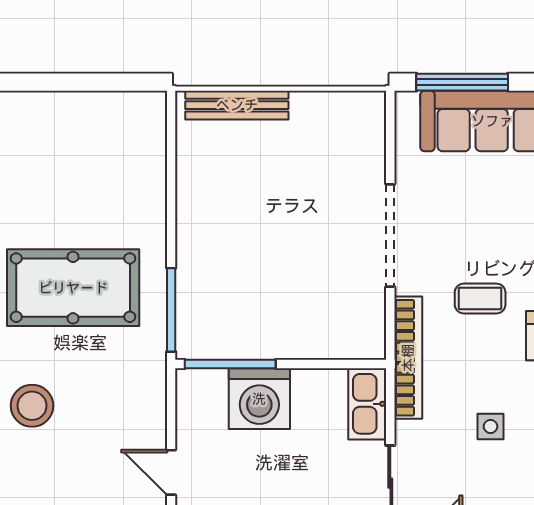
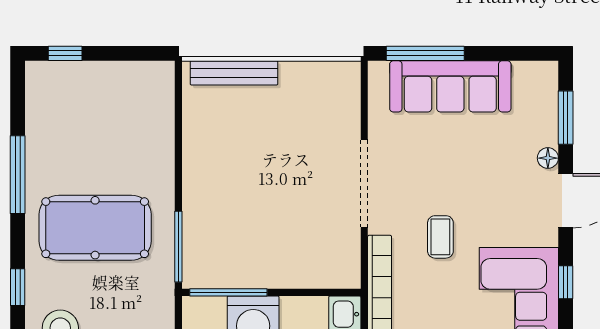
window: (38, 82) -> (65, 53), added
coffee table: (480, 298) -> (440, 237), turned 90

